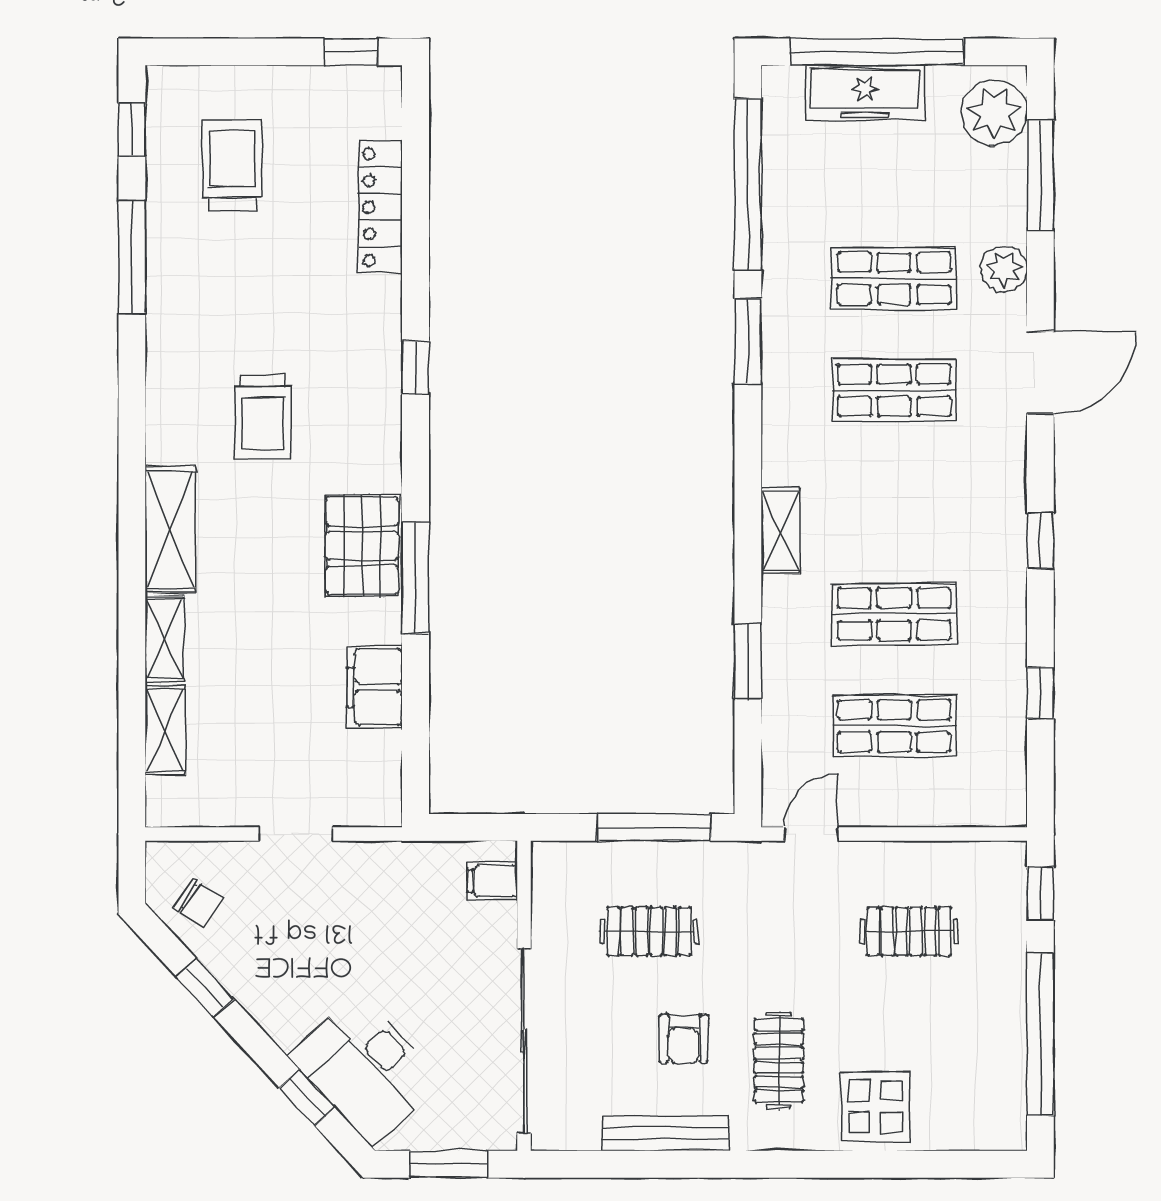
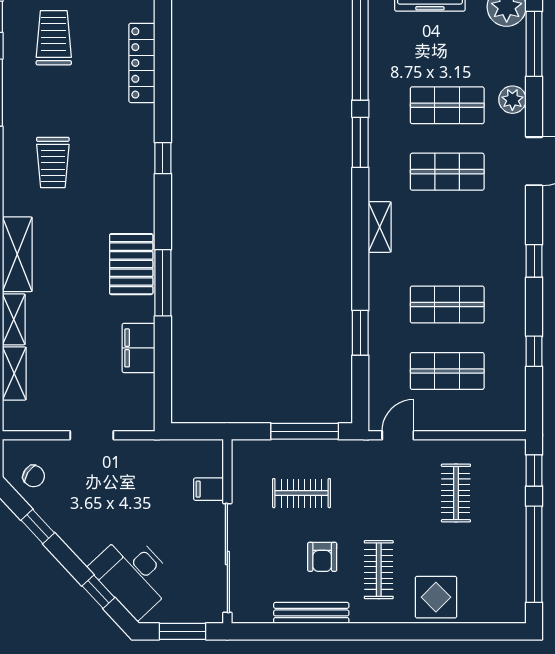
trolley: (263, 417) -> (53, 162), moved
shelving: (780, 531) -> (380, 227), moved
filing cabinet: (492, 881) -> (209, 489), moved
clothes rail: (909, 931) -> (456, 493), turned 90

